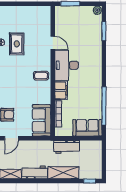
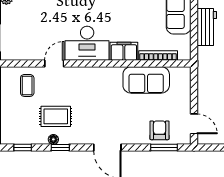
coffee table: (41, 76) -> (27, 85), moved
sofa: (42, 120) -> (146, 80), moved
workbench: (67, 147) -> (207, 27), moved

